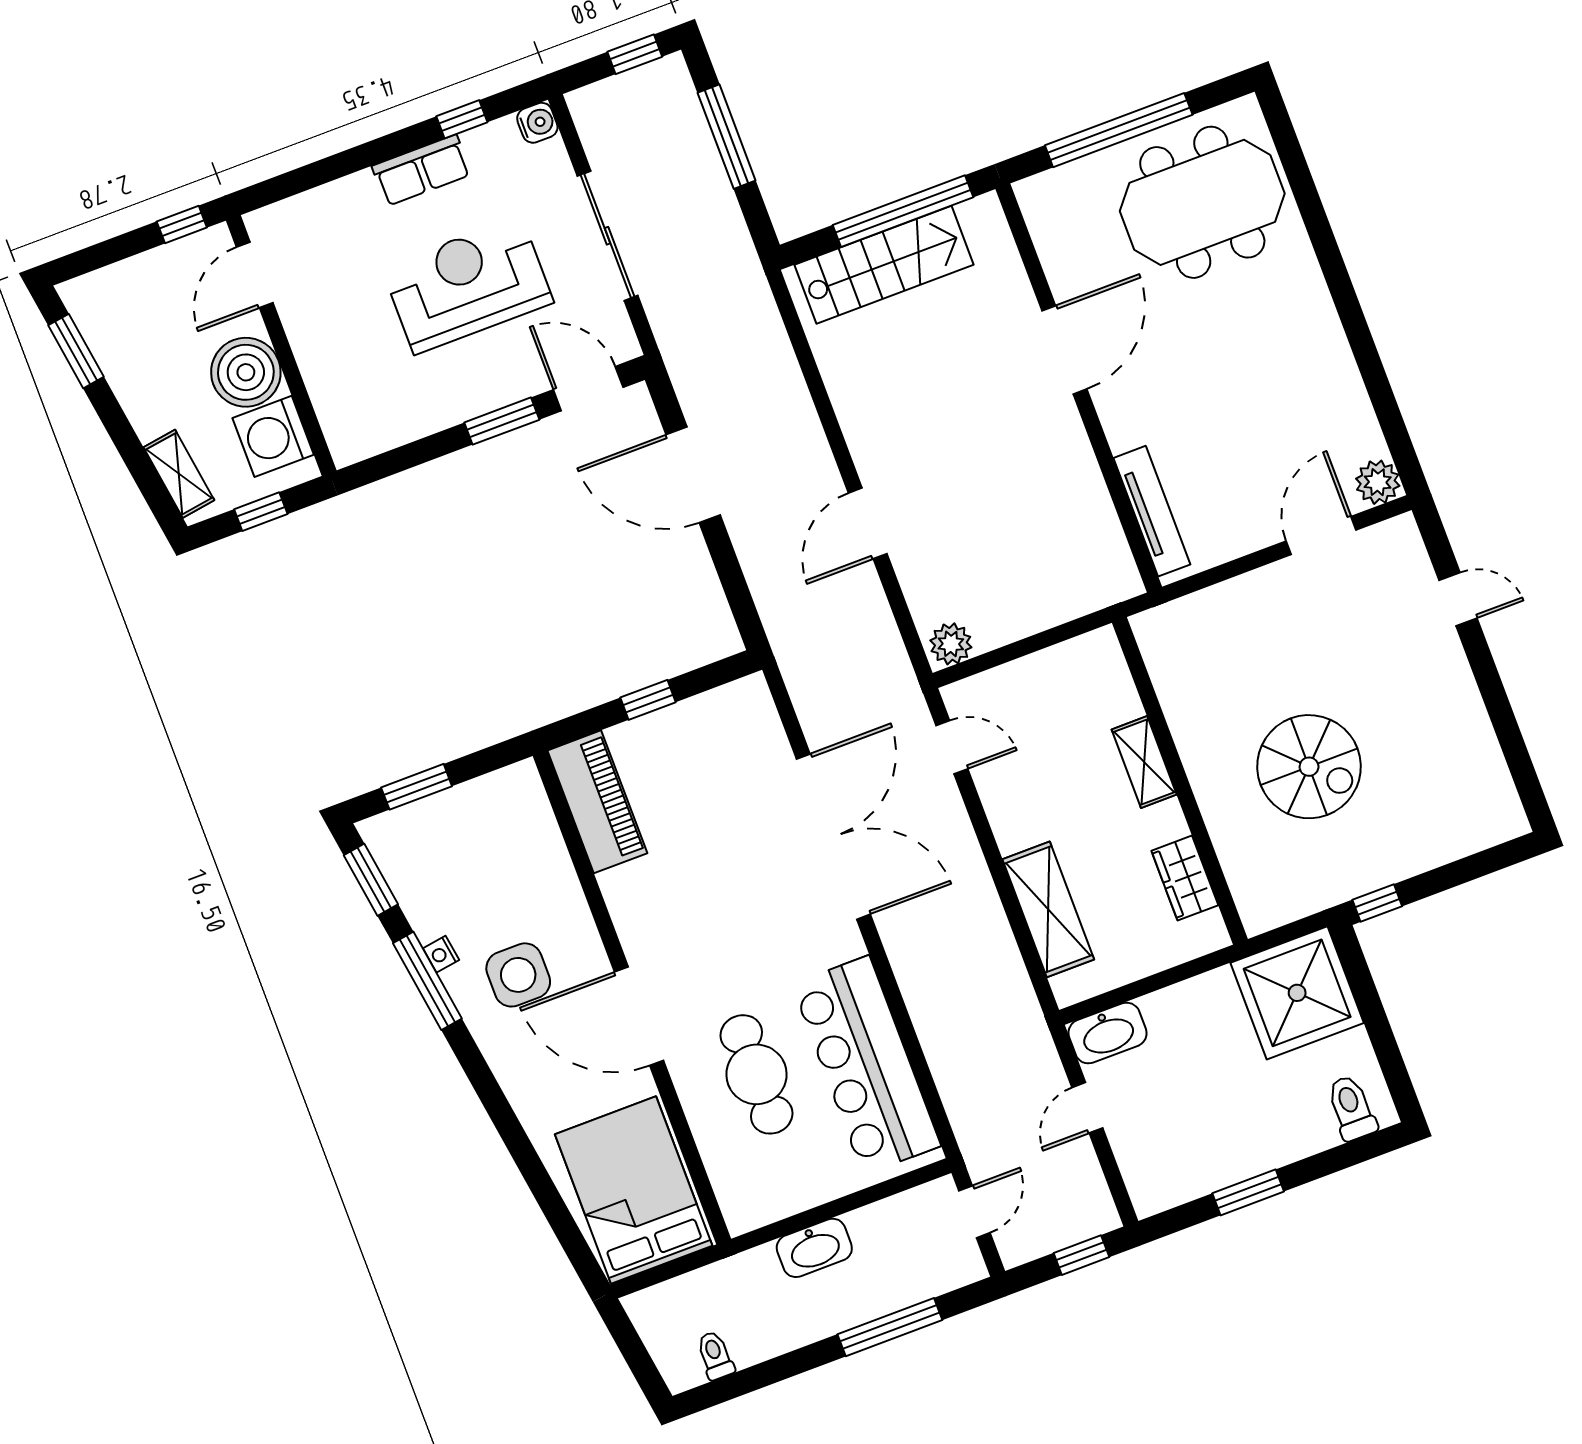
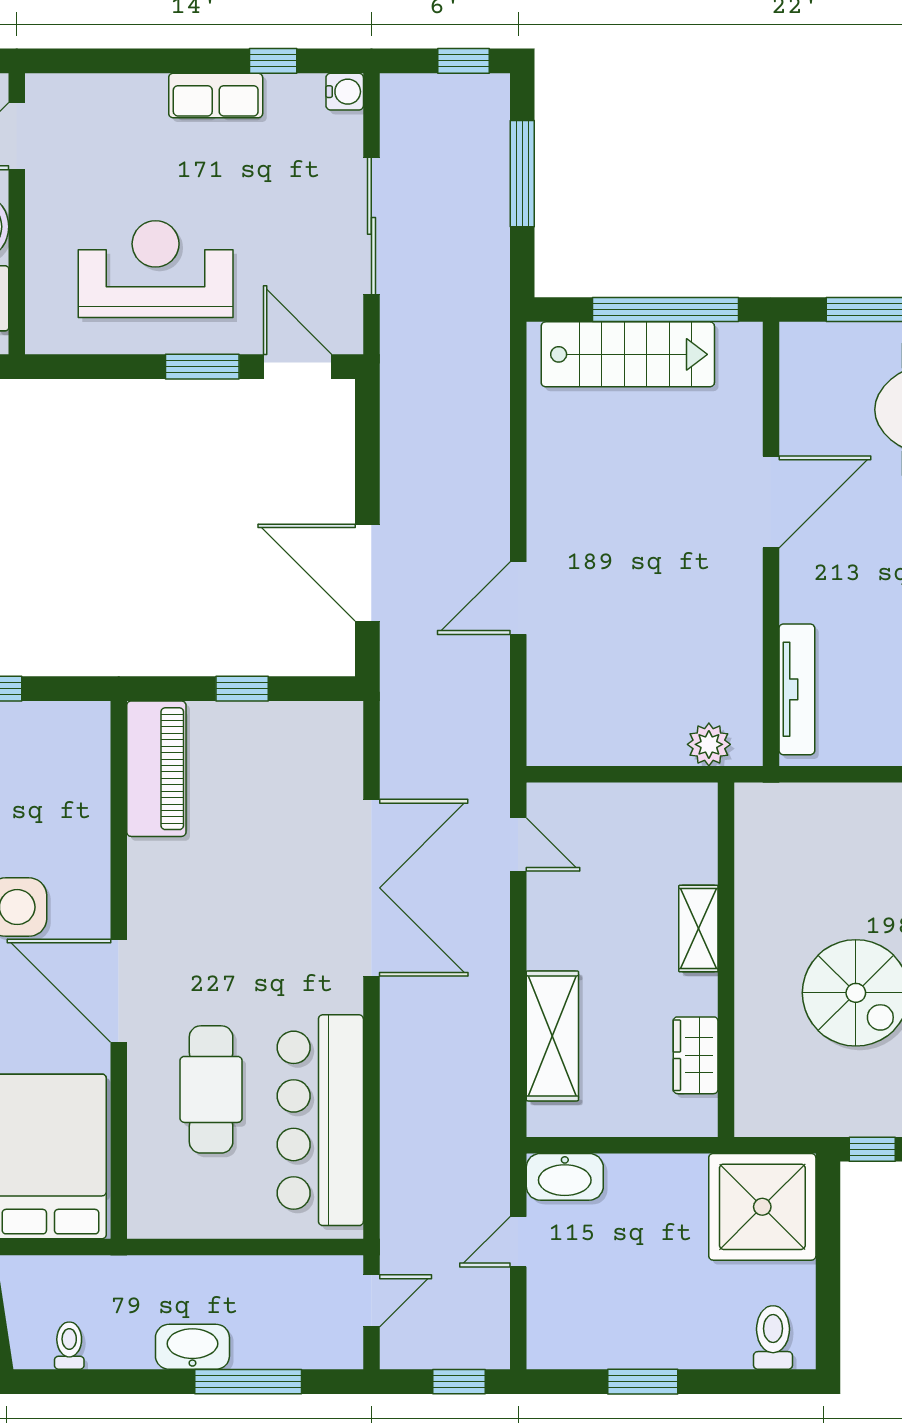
reception desk: (468, 285) -> (156, 269), moved
door: (693, 475) -> (367, 573), moved
plant: (951, 644) -> (709, 744), moved
washbasin: (814, 1248) -> (192, 1347), moved, turned 180

